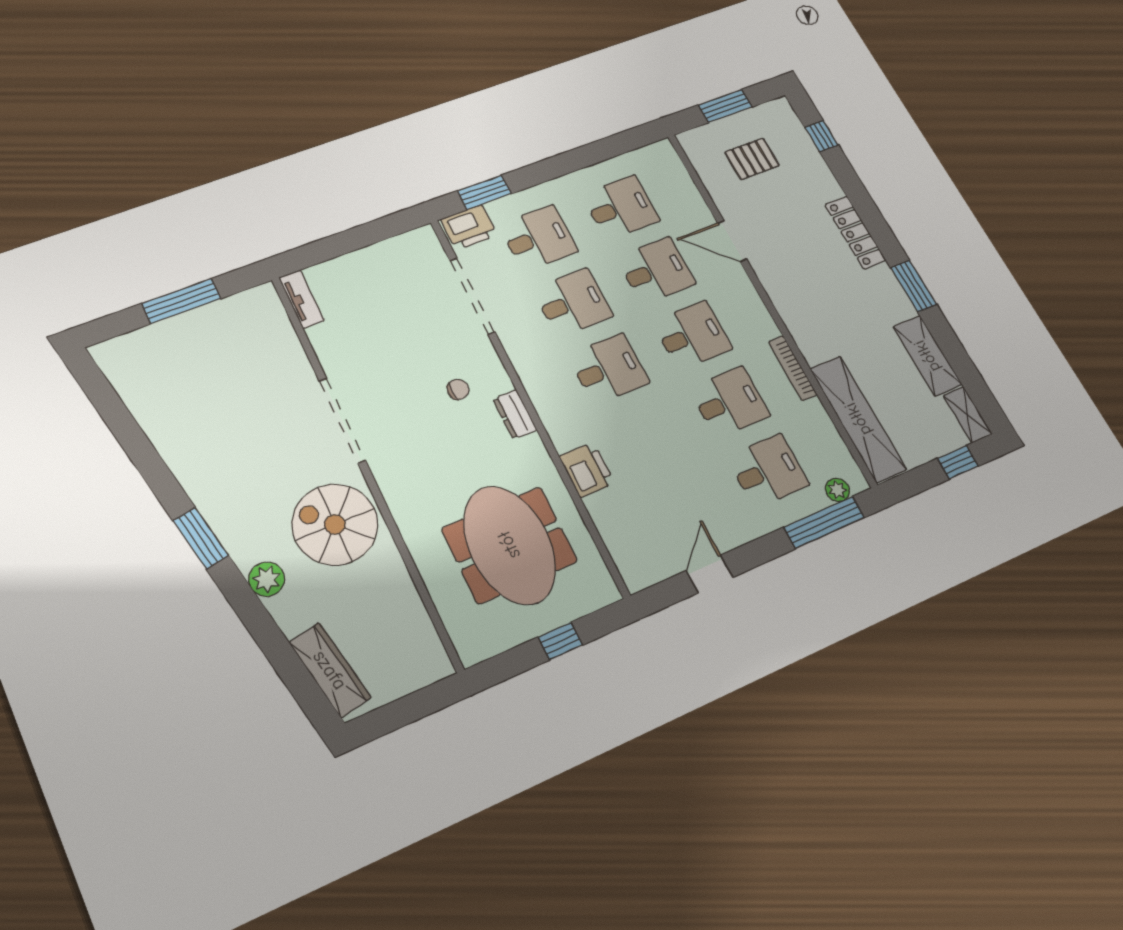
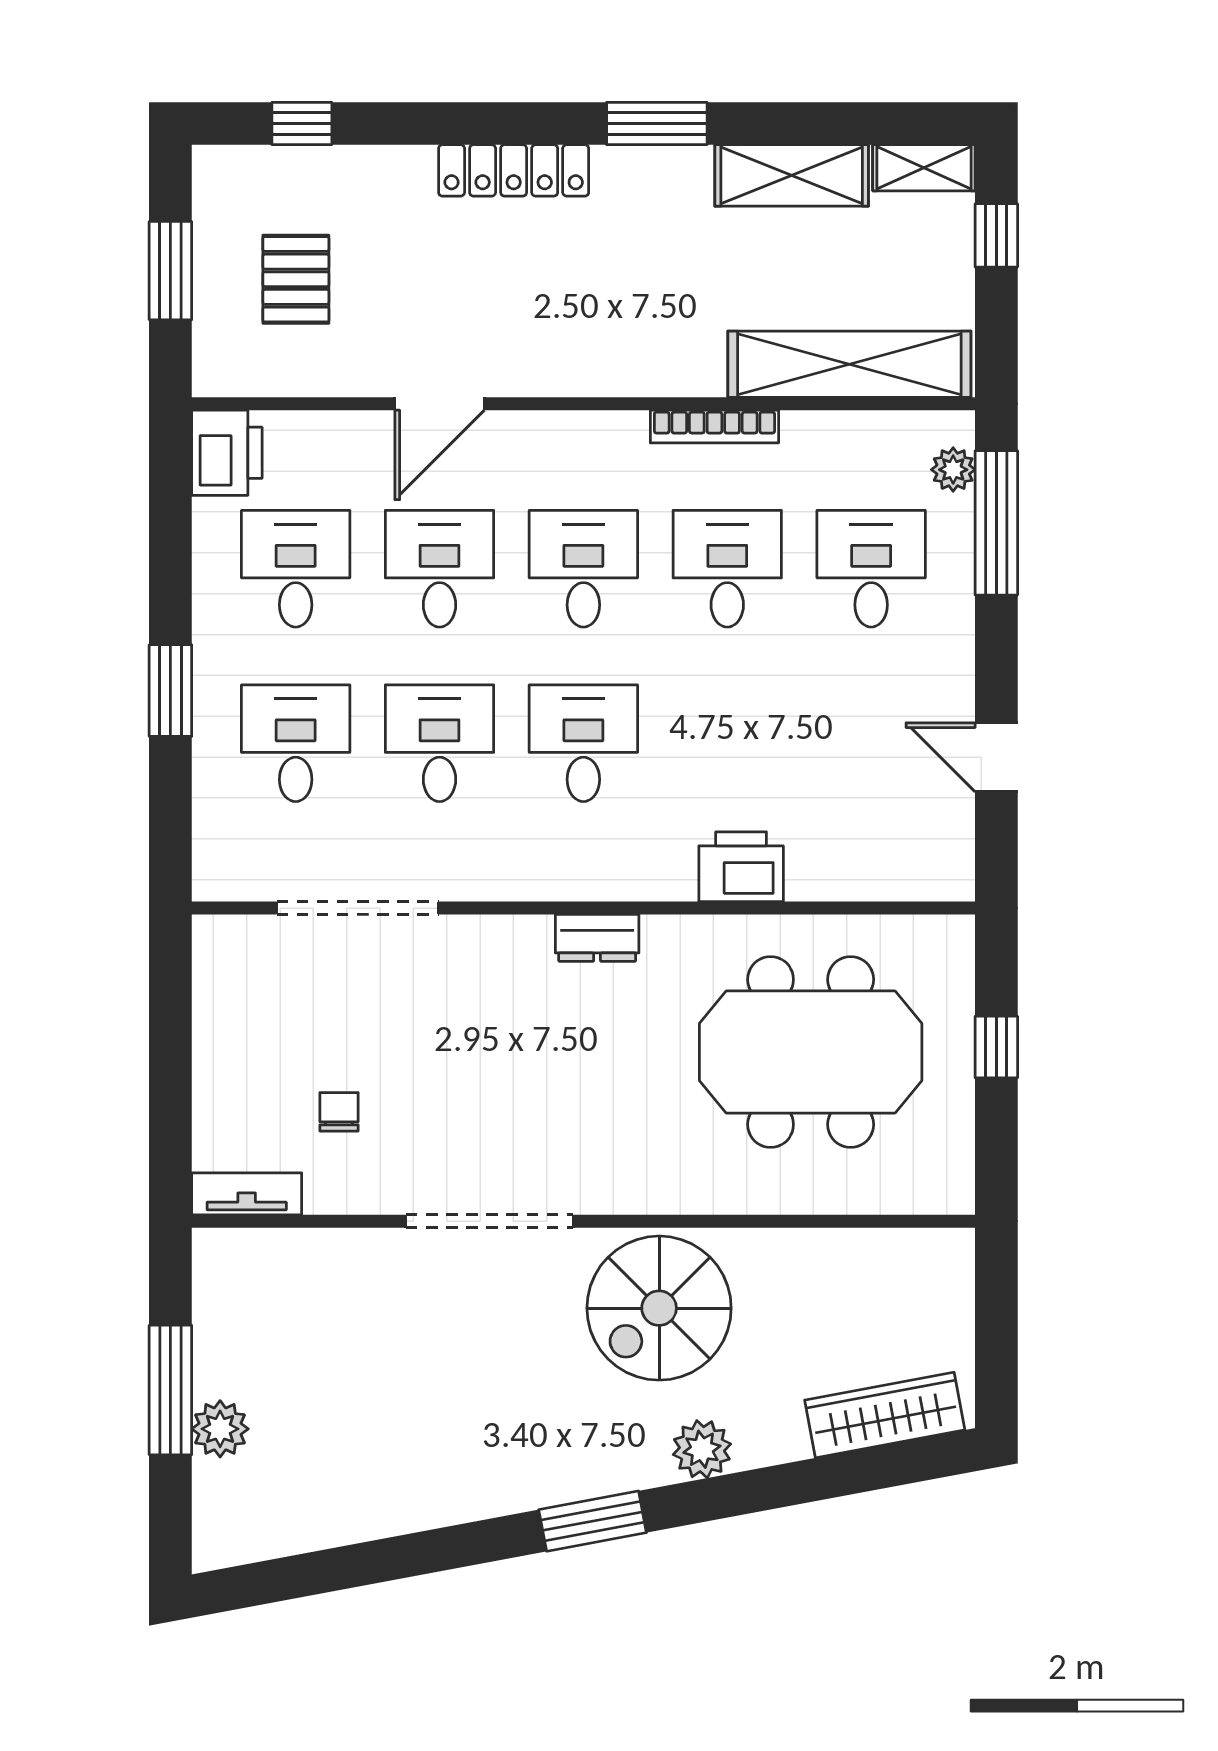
window: (484, 192) -> (170, 691), moved
printer: (469, 227) -> (227, 453), moved
plant: (171, 332) -> (220, 1429), added
chair: (458, 389) -> (339, 1112), moved

